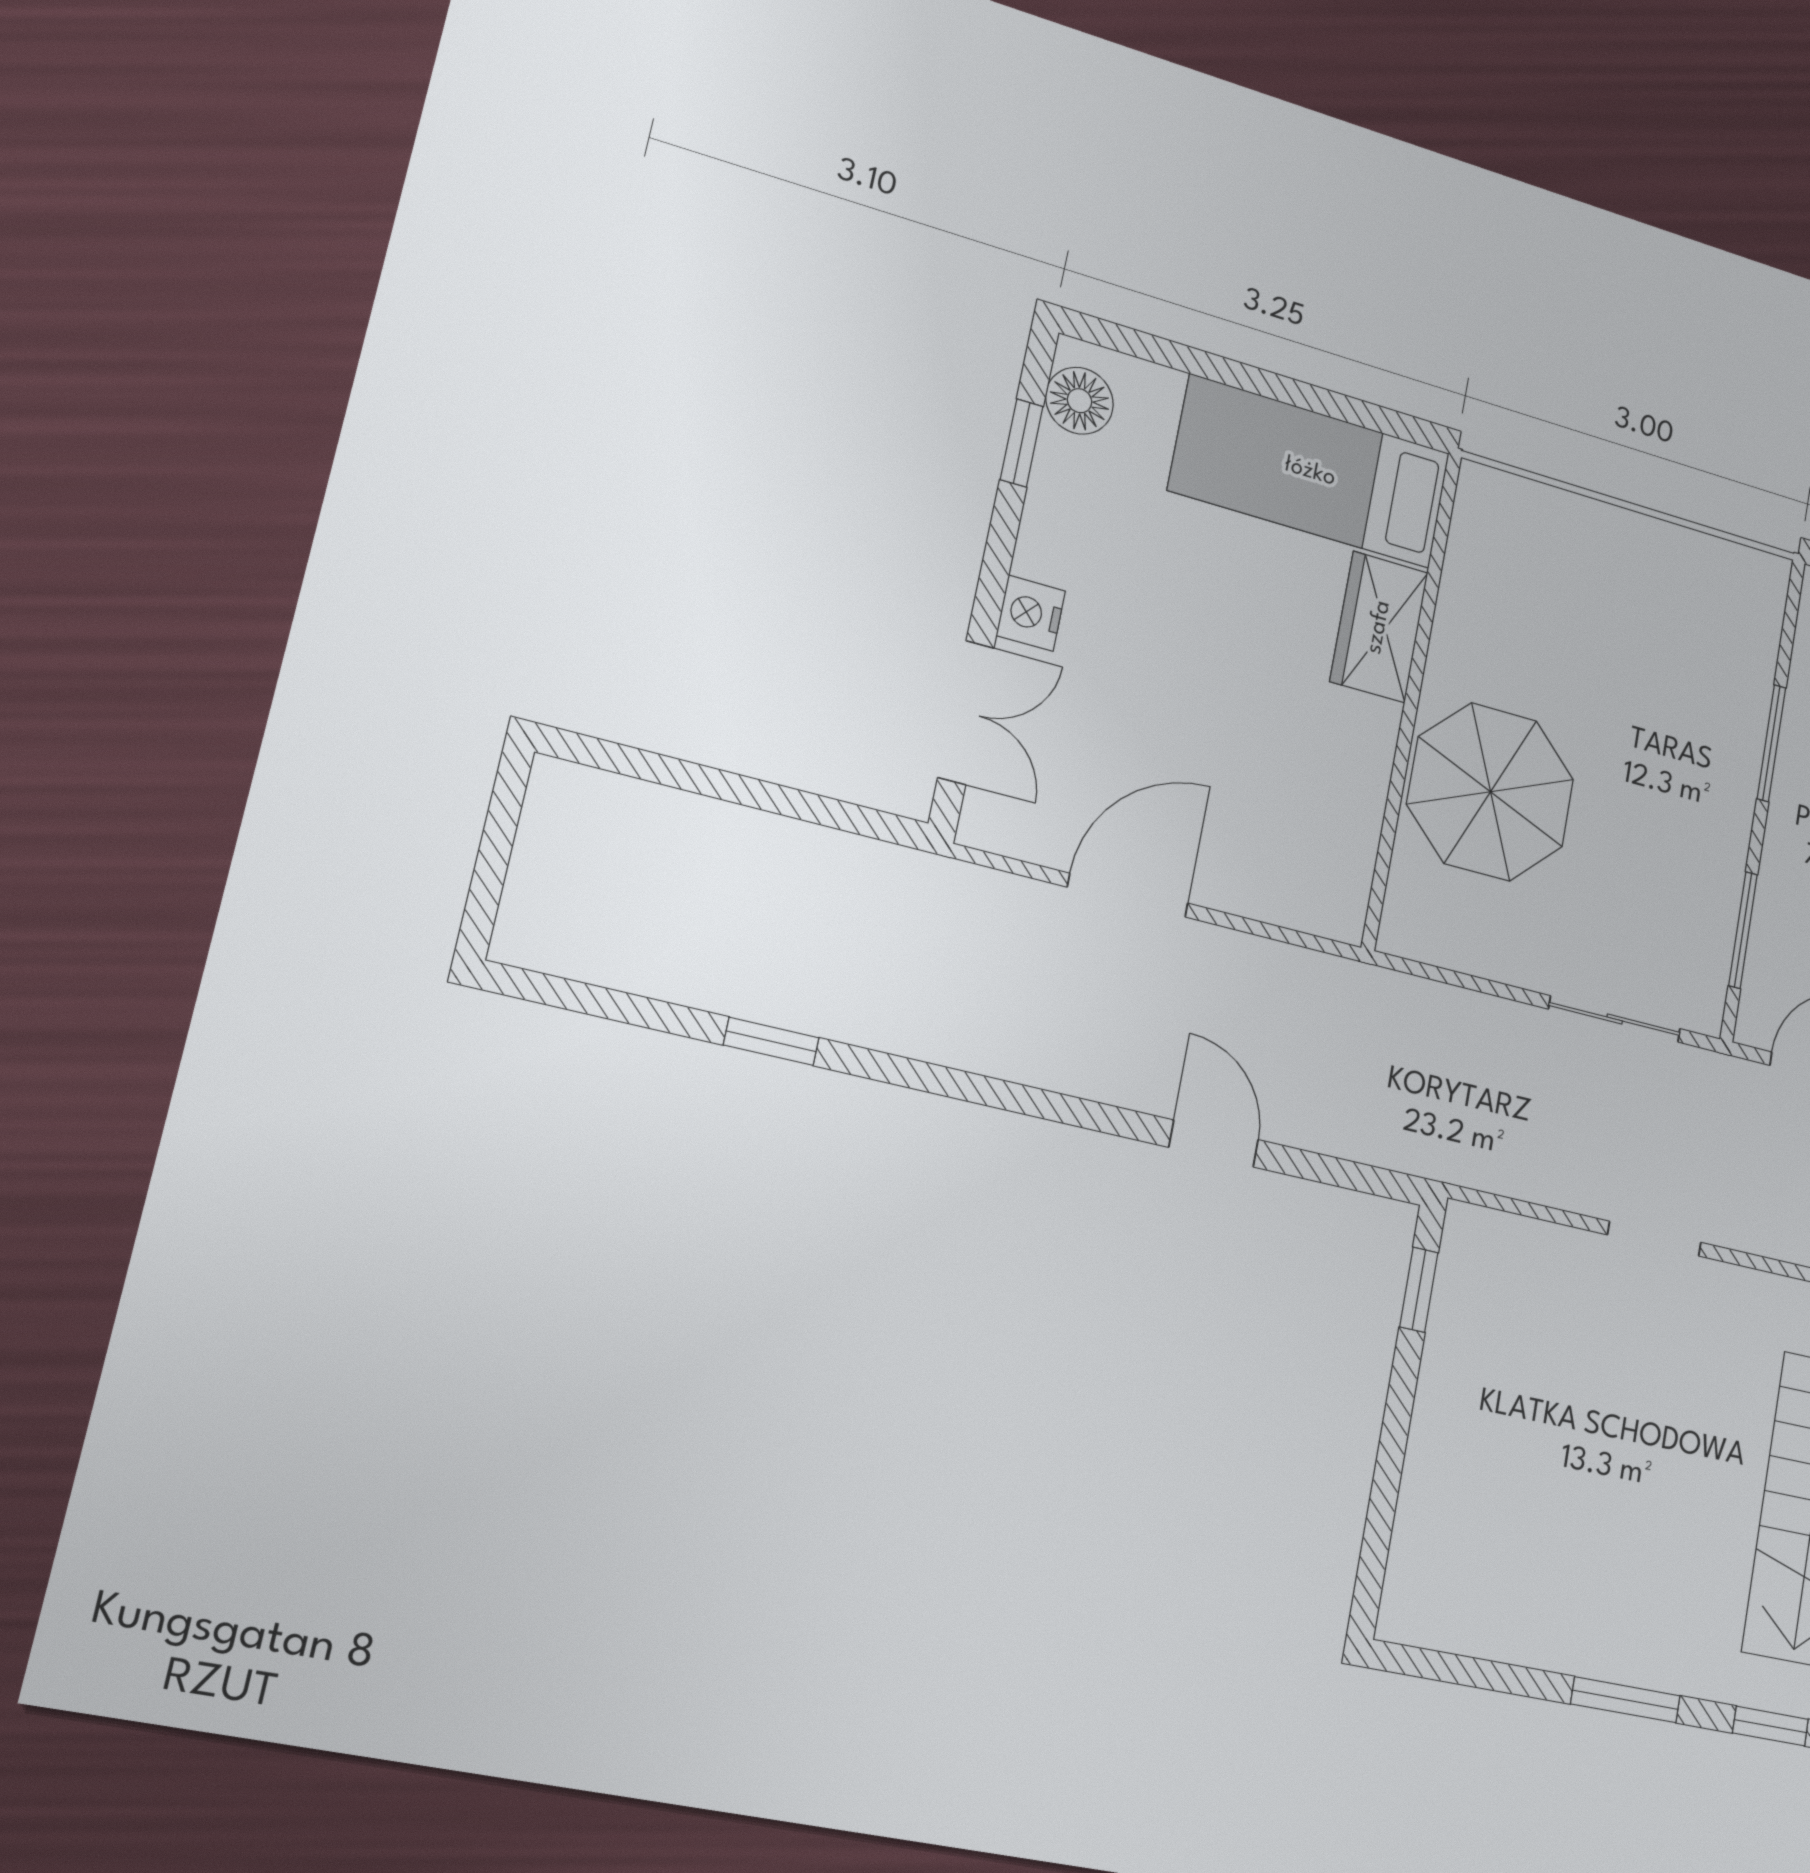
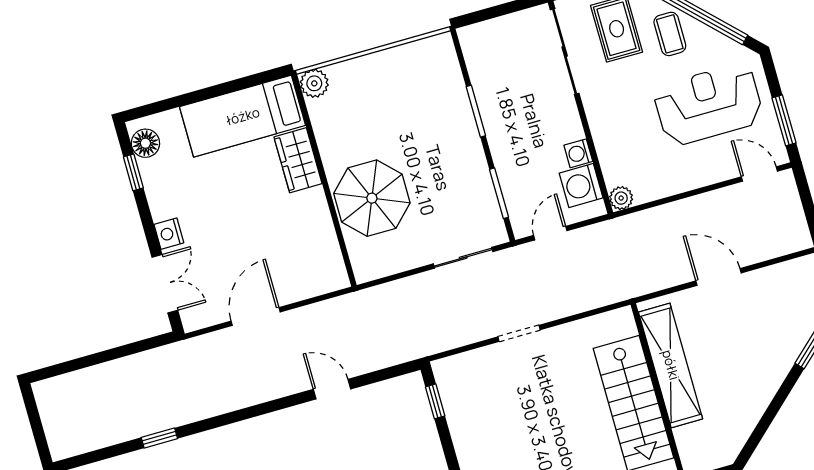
plant: (1486, 497) -> (314, 83), added

